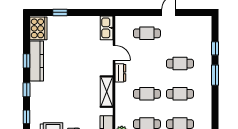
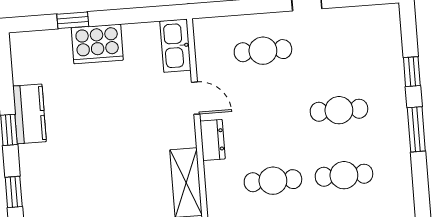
cooker: (38, 28) -> (97, 44), moved, turned 90
kitchen counter: (37, 61) -> (30, 114), width x0.67

